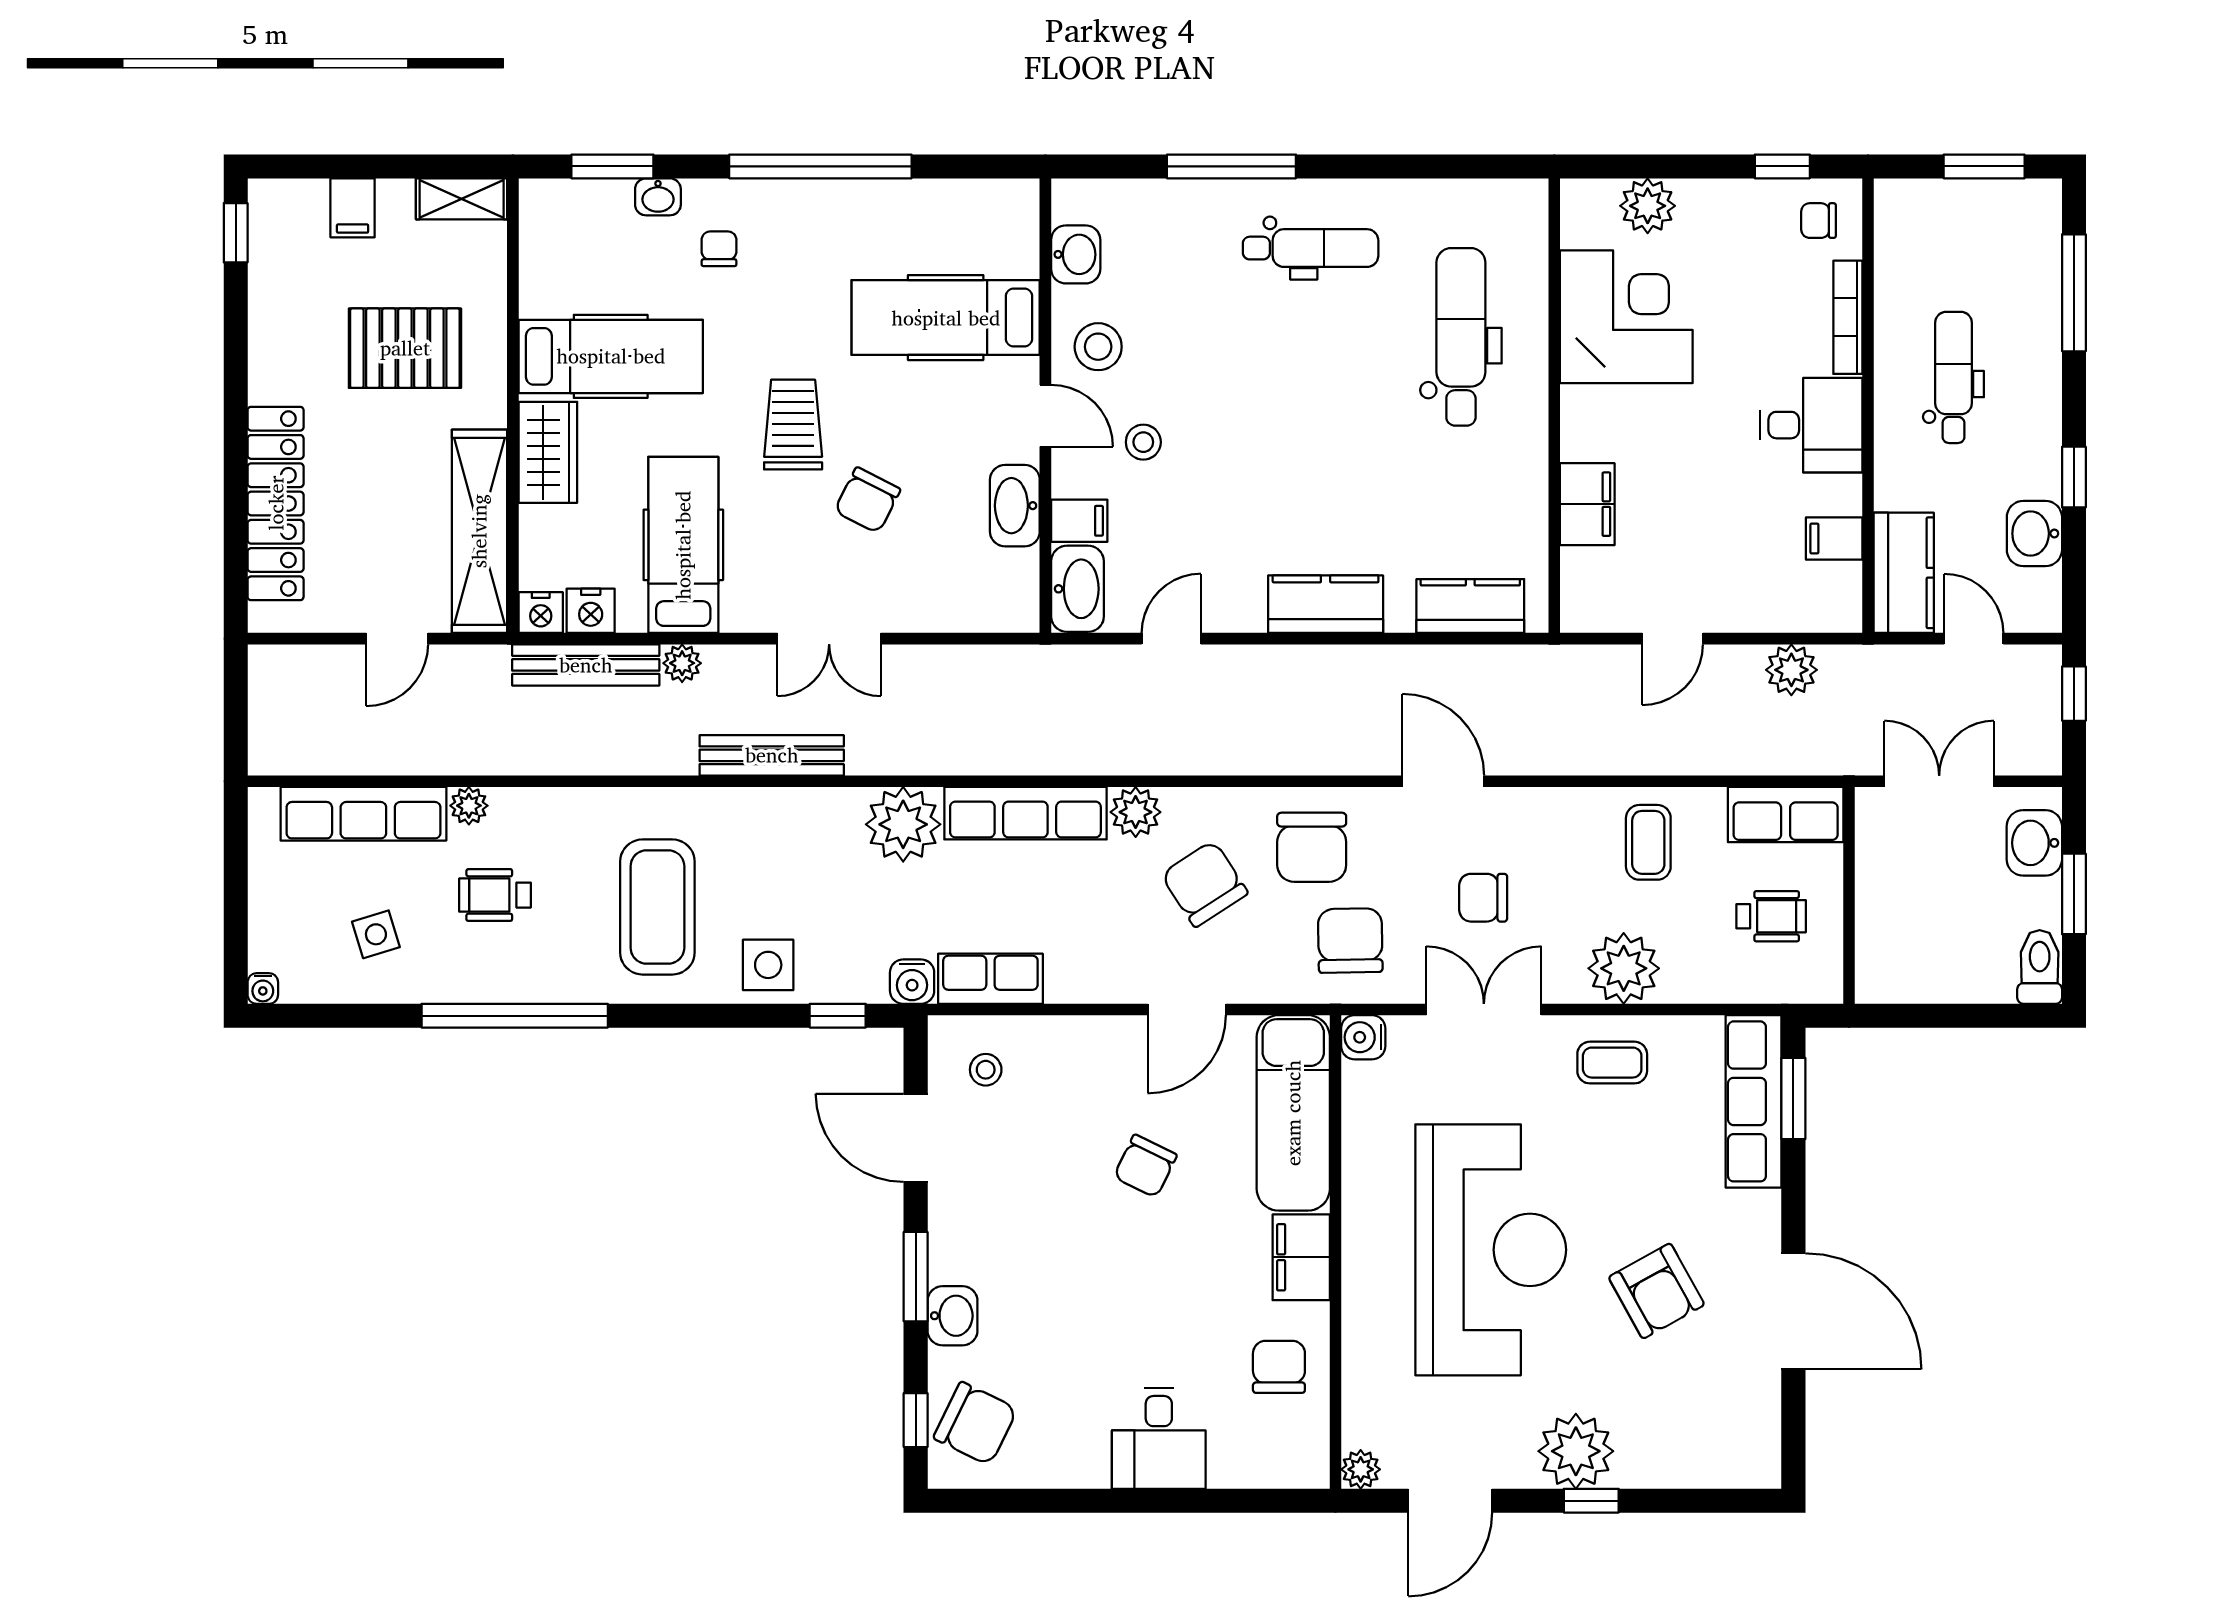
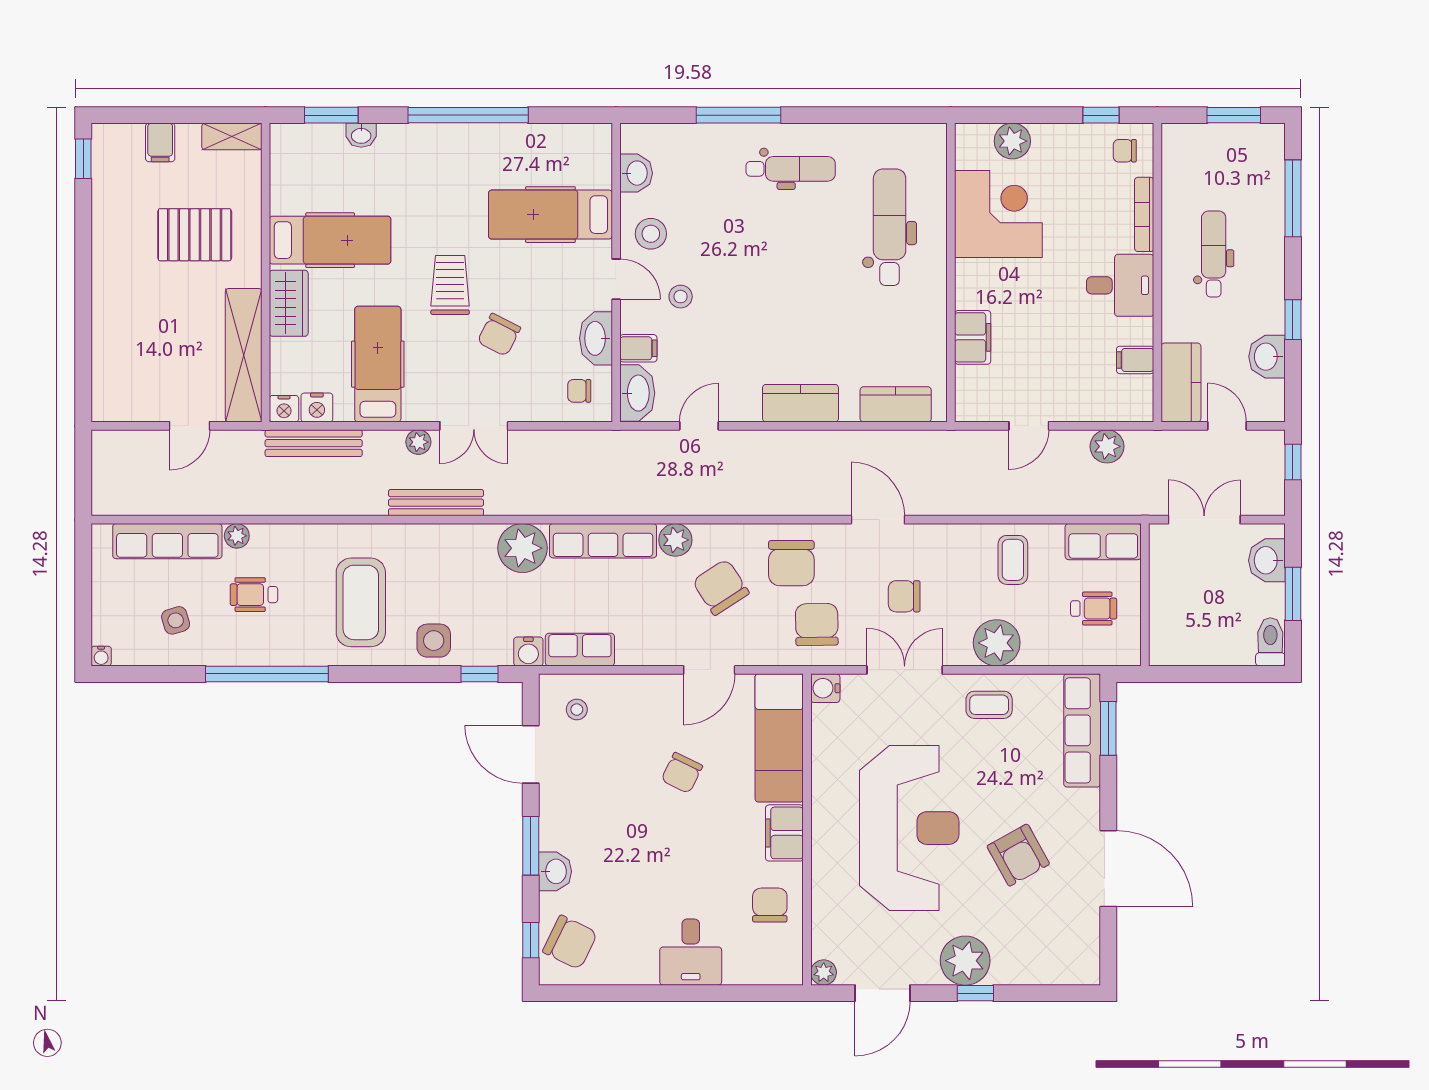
chair: (719, 249) -> (579, 391), moved, turned -90
locker: (276, 503) -> (110, 337), removed
plant: (682, 663) -> (418, 442), moved

